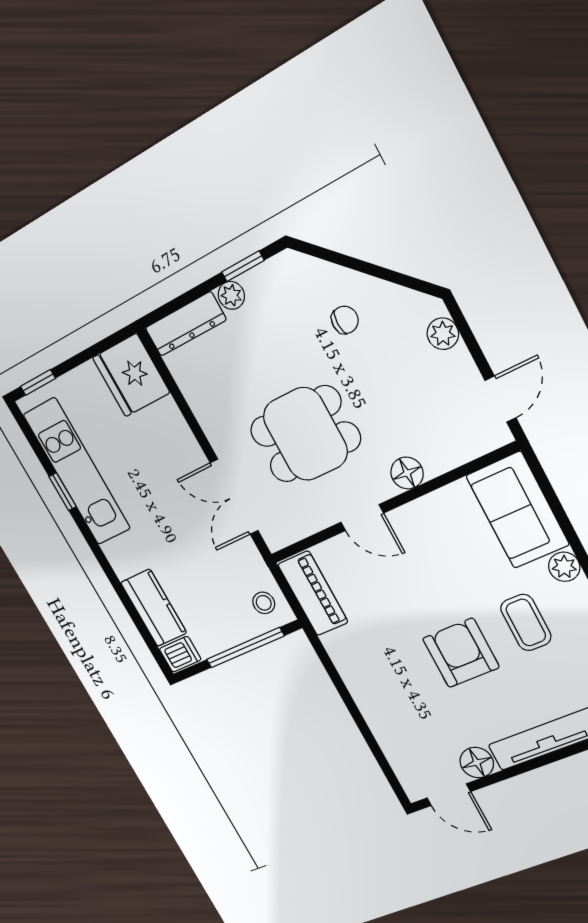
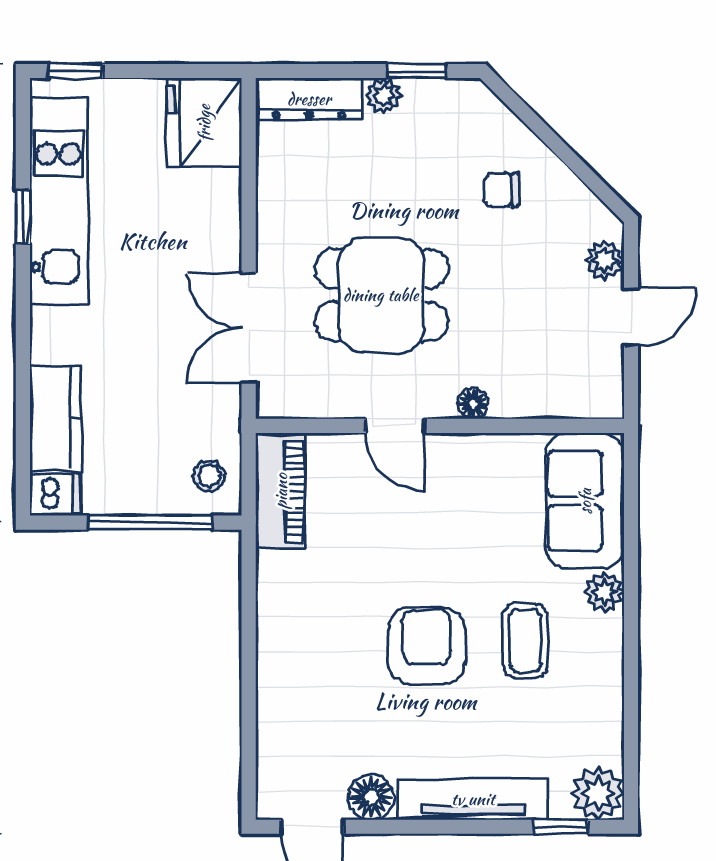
chair: (345, 320) -> (502, 190), turned 180
door: (500, 399) -> (631, 317), moved
floor lamp: (407, 473) -> (473, 404), width x0.73, depth x0.73

